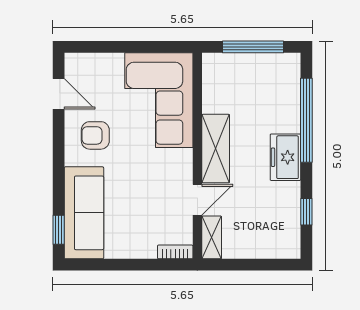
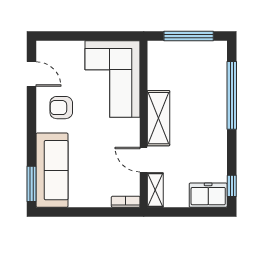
freezer: (285, 157) -> (208, 195), moved, turned 90
door: (197, 200) -> (144, 160), swing flipped
window: (306, 212) -> (232, 186), moved
window: (59, 230) -> (32, 184), width x1.50

